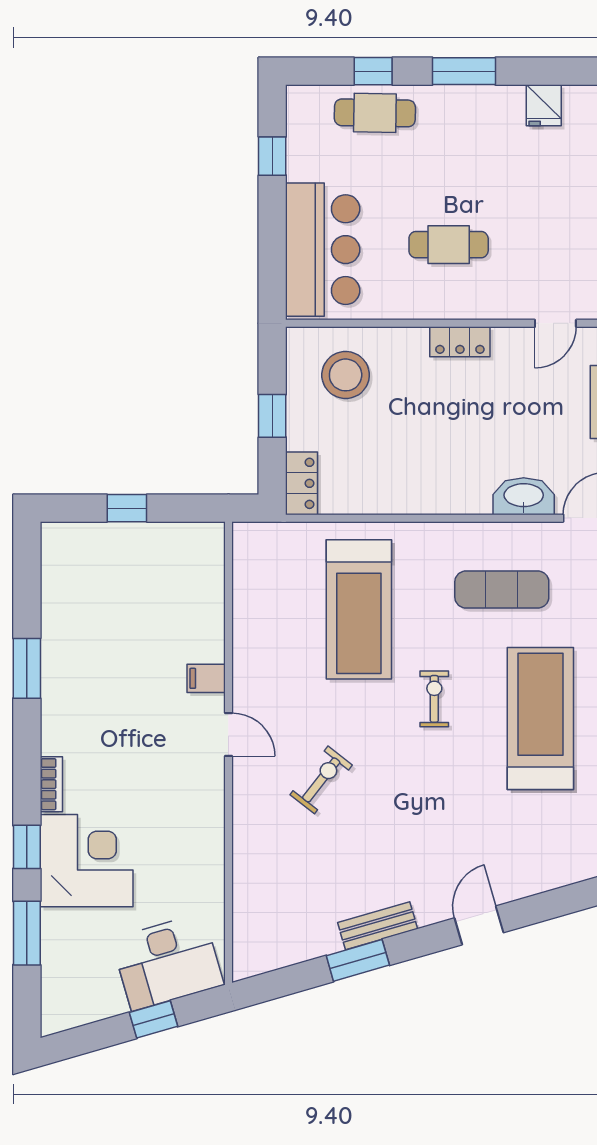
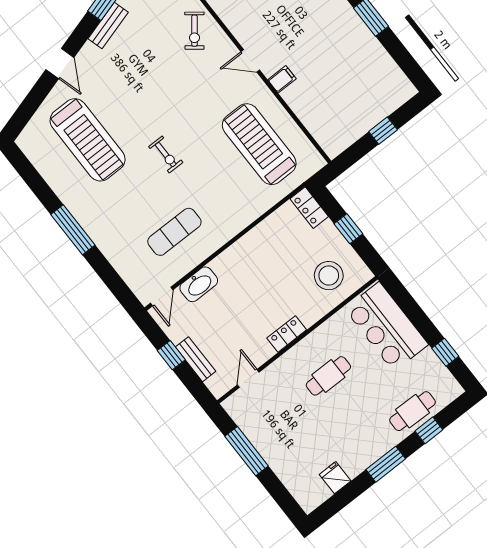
treadmill: (359, 609) -> (259, 144), moved
treadmill: (540, 718) -> (88, 140), moved
exercise bike: (321, 780) -> (194, 31), moved

